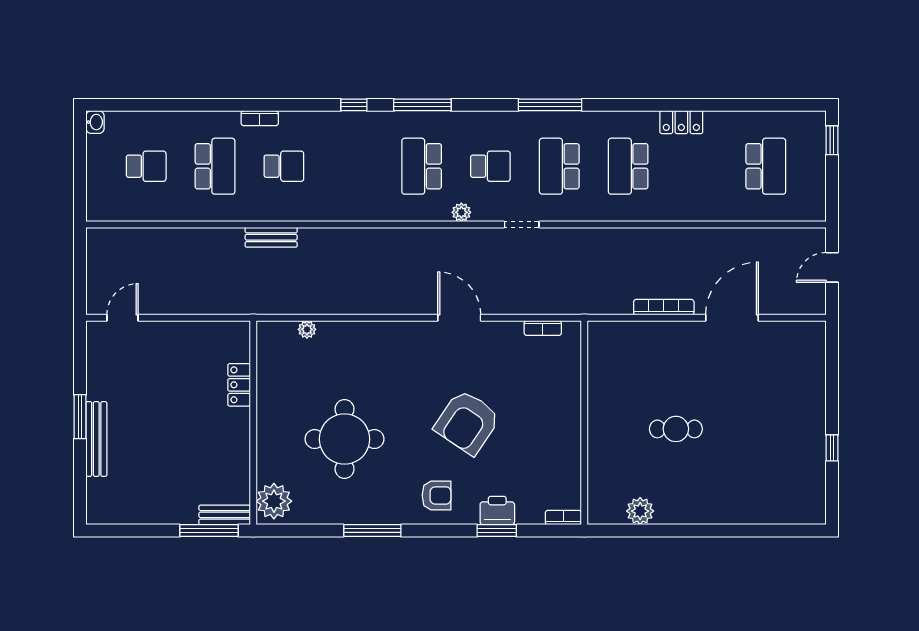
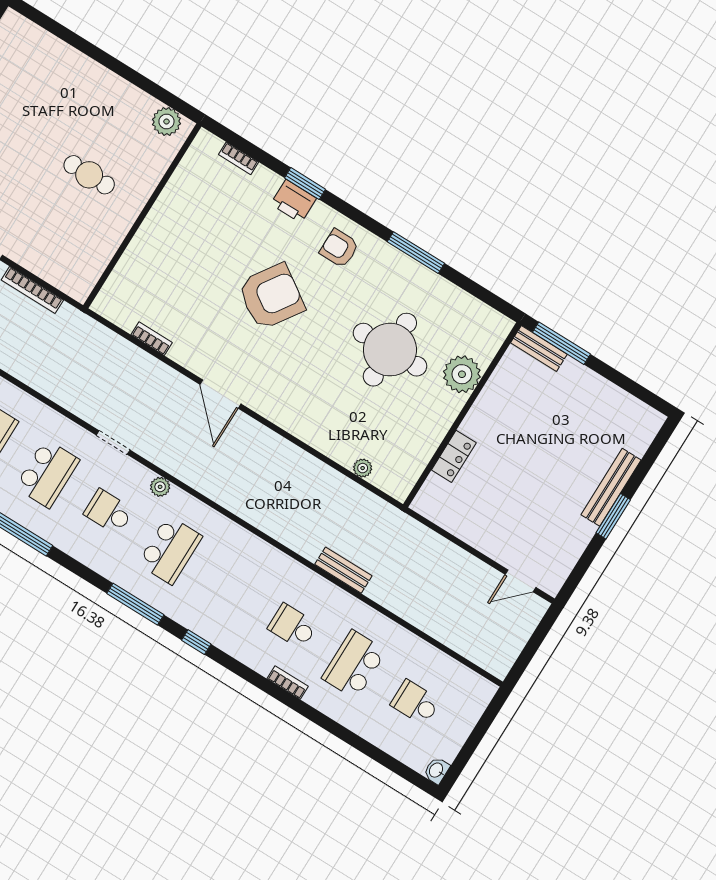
wall: (584, 423) -> (142, 216), moved
plant: (274, 501) -> (462, 374), moved

